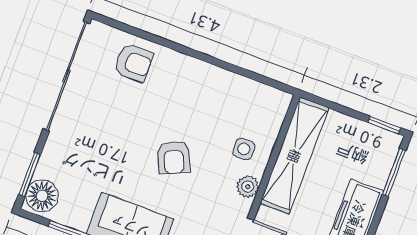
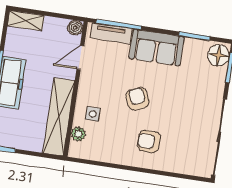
armchair: (134, 63) -> (149, 141), moved
plant: (248, 187) -> (78, 134), moved

